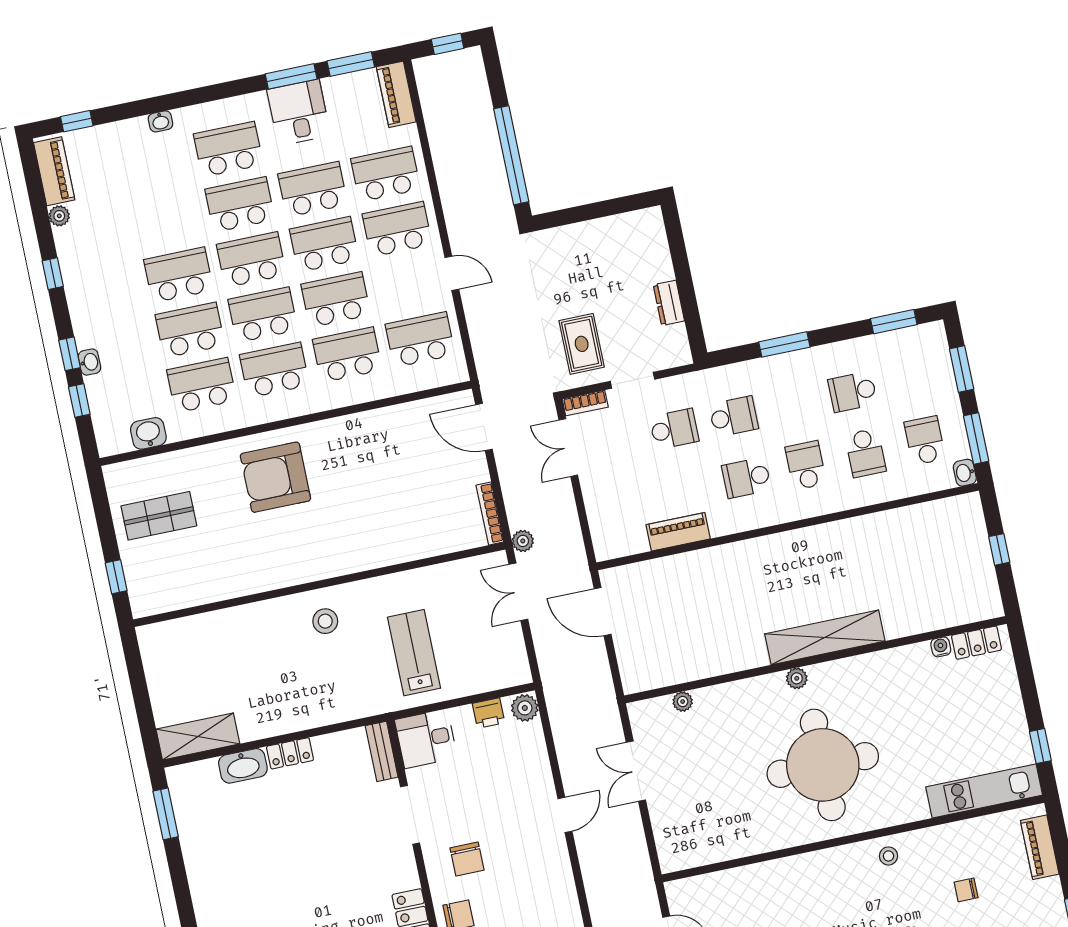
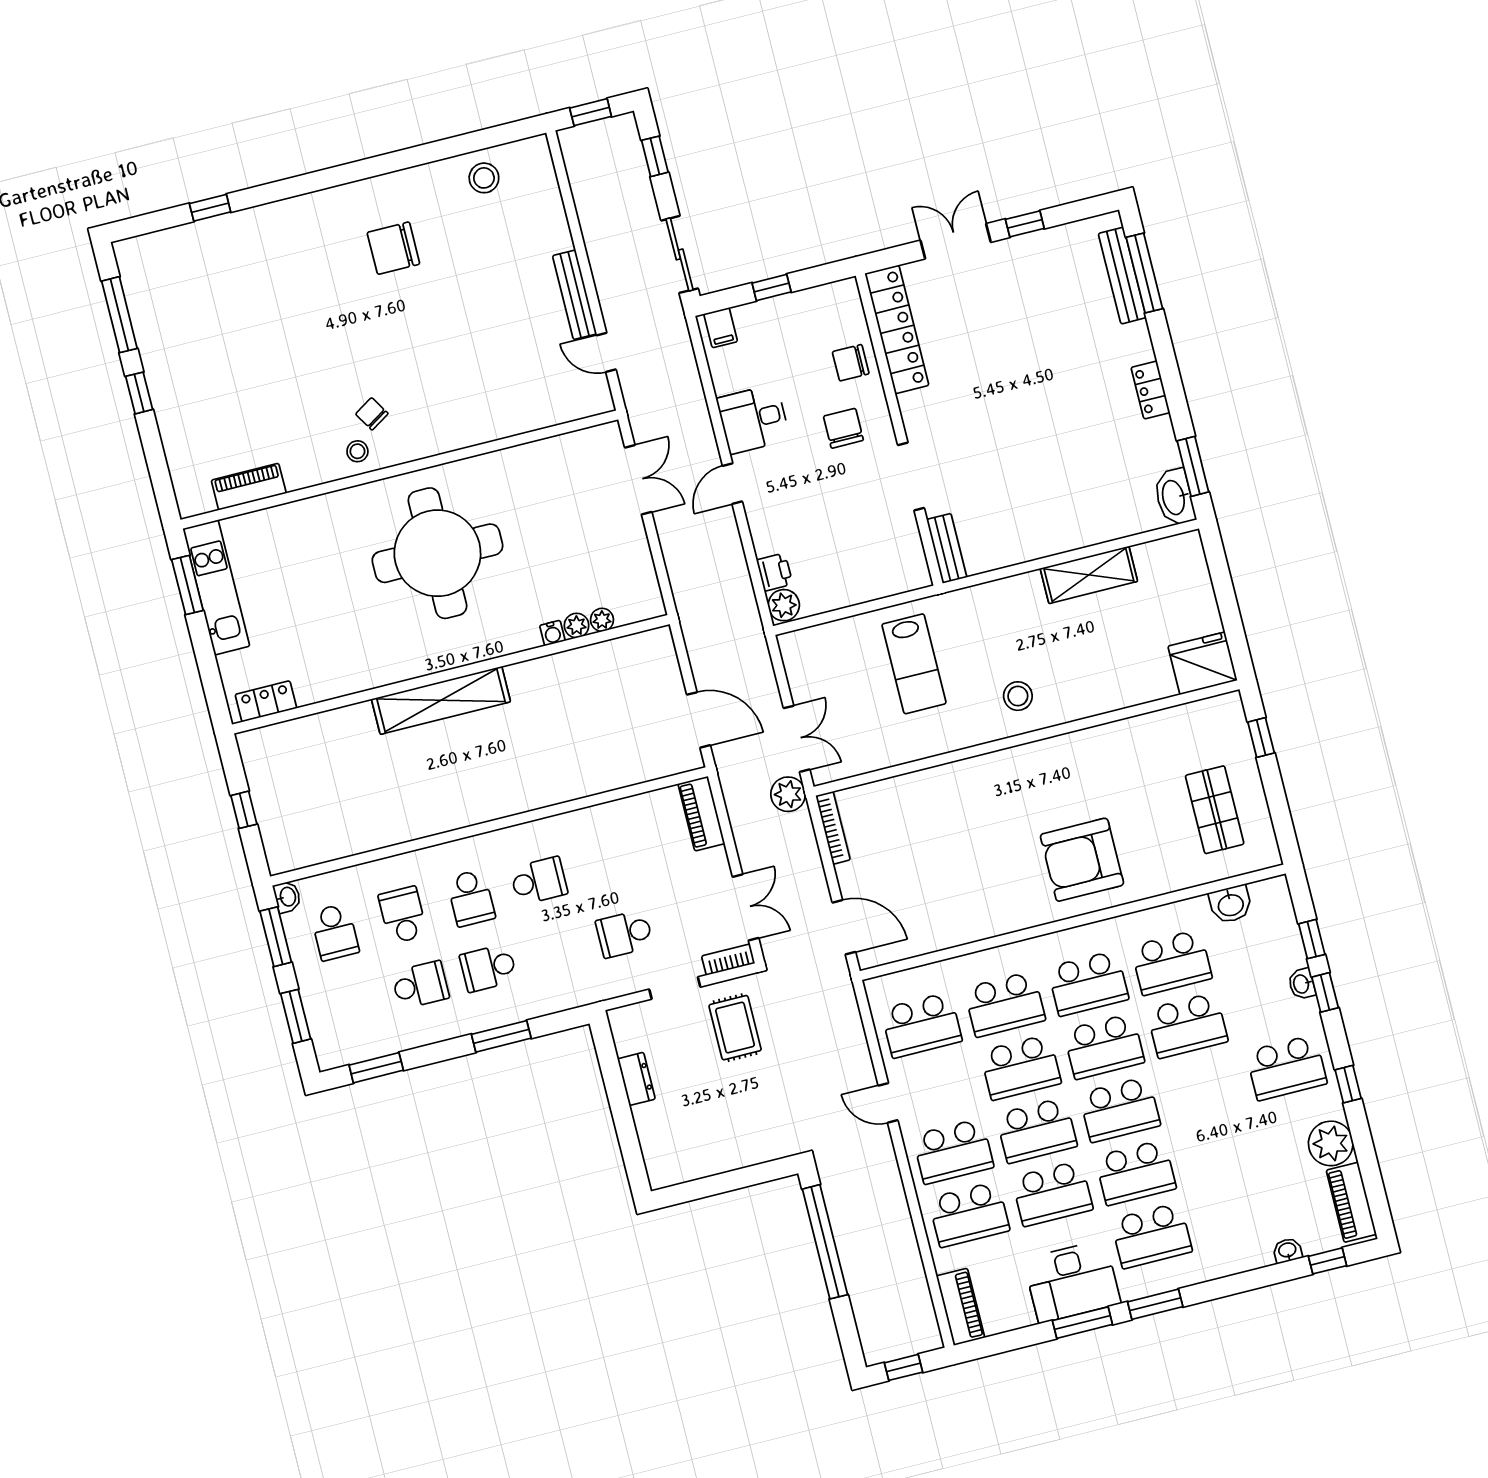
window: (351, 64) -> (1155, 1304), moved
desk: (299, 113) -> (1072, 1281), width x1.37
washbasin: (160, 121) -> (1287, 1251), moved
plant: (59, 216) -> (1331, 1143), width x1.88, depth x1.88
school desk: (179, 275) -> (1286, 1068), moved
school desk: (734, 417) -> (488, 968), moved
armchair: (275, 477) -> (1082, 860), turned 180
shop shelf: (159, 516) -> (1215, 810), turned 90
piano: (678, 532) -> (701, 814), moved, turned 90
plant: (523, 541) -> (788, 794), width x1.38, depth x1.38
fridge: (164, 643) -> (1203, 663), added
water cooler: (941, 647) -> (552, 633), moved
plant: (797, 678) -> (577, 625), moved
printer: (489, 713) -> (775, 572), moved, turned 90
shelving: (198, 736) -> (1089, 575), moved
desk: (426, 739) -> (753, 419), moved, turned 180
window: (1040, 746) -> (187, 585), width x1.50
locker: (290, 753) -> (1151, 390), moved, turned -90
washbasin: (243, 766) -> (1174, 497), moved, turned -90
double door: (636, 771) -> (638, 480), moved
kitchen unit: (984, 791) -> (216, 587), moved, turned -90
piano: (1040, 847) -> (249, 487), moved, turned -90
chair: (966, 890) -> (372, 414), moved, turned -122

